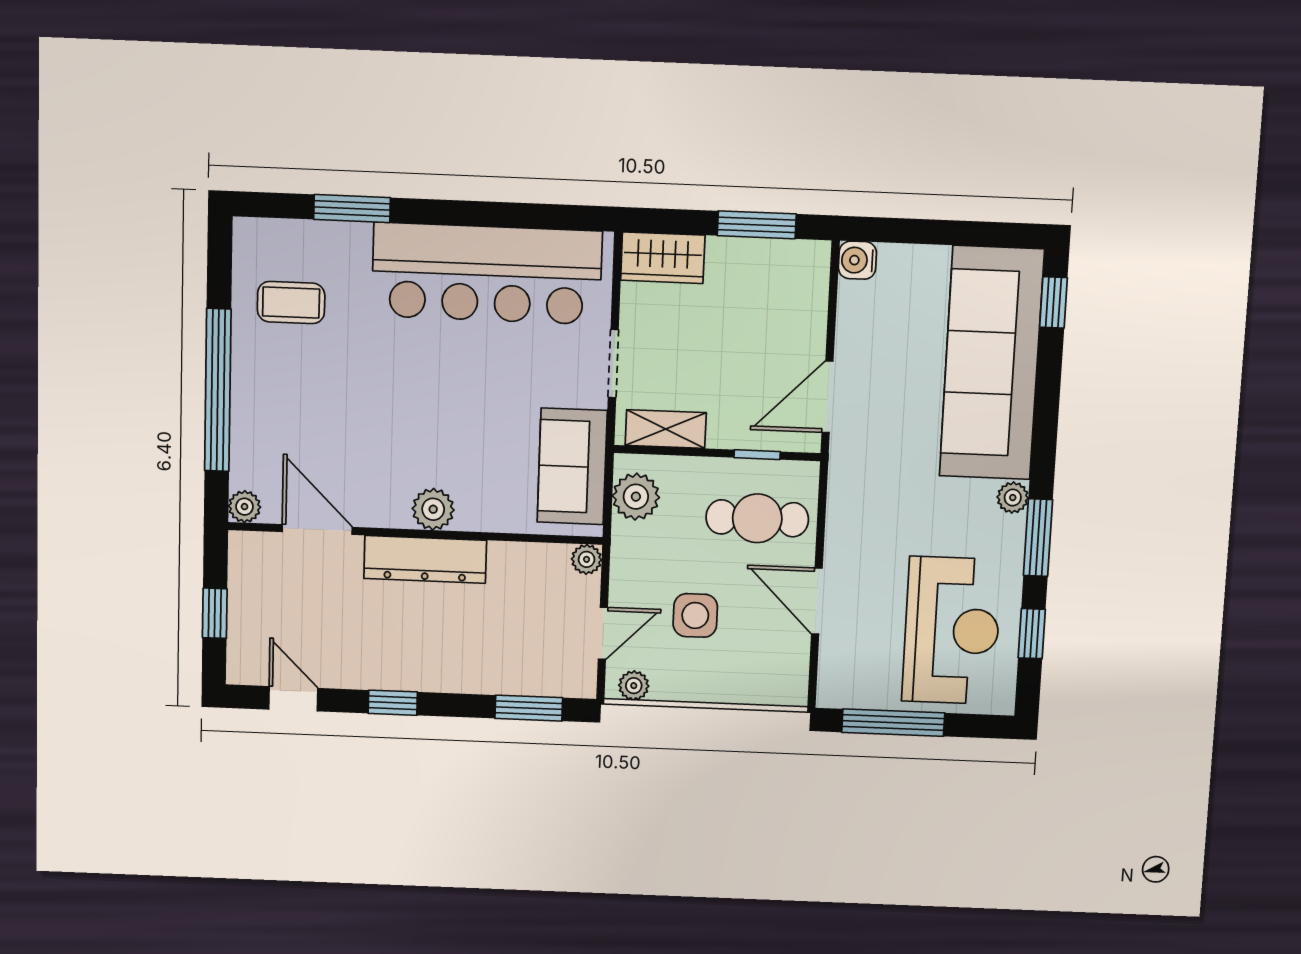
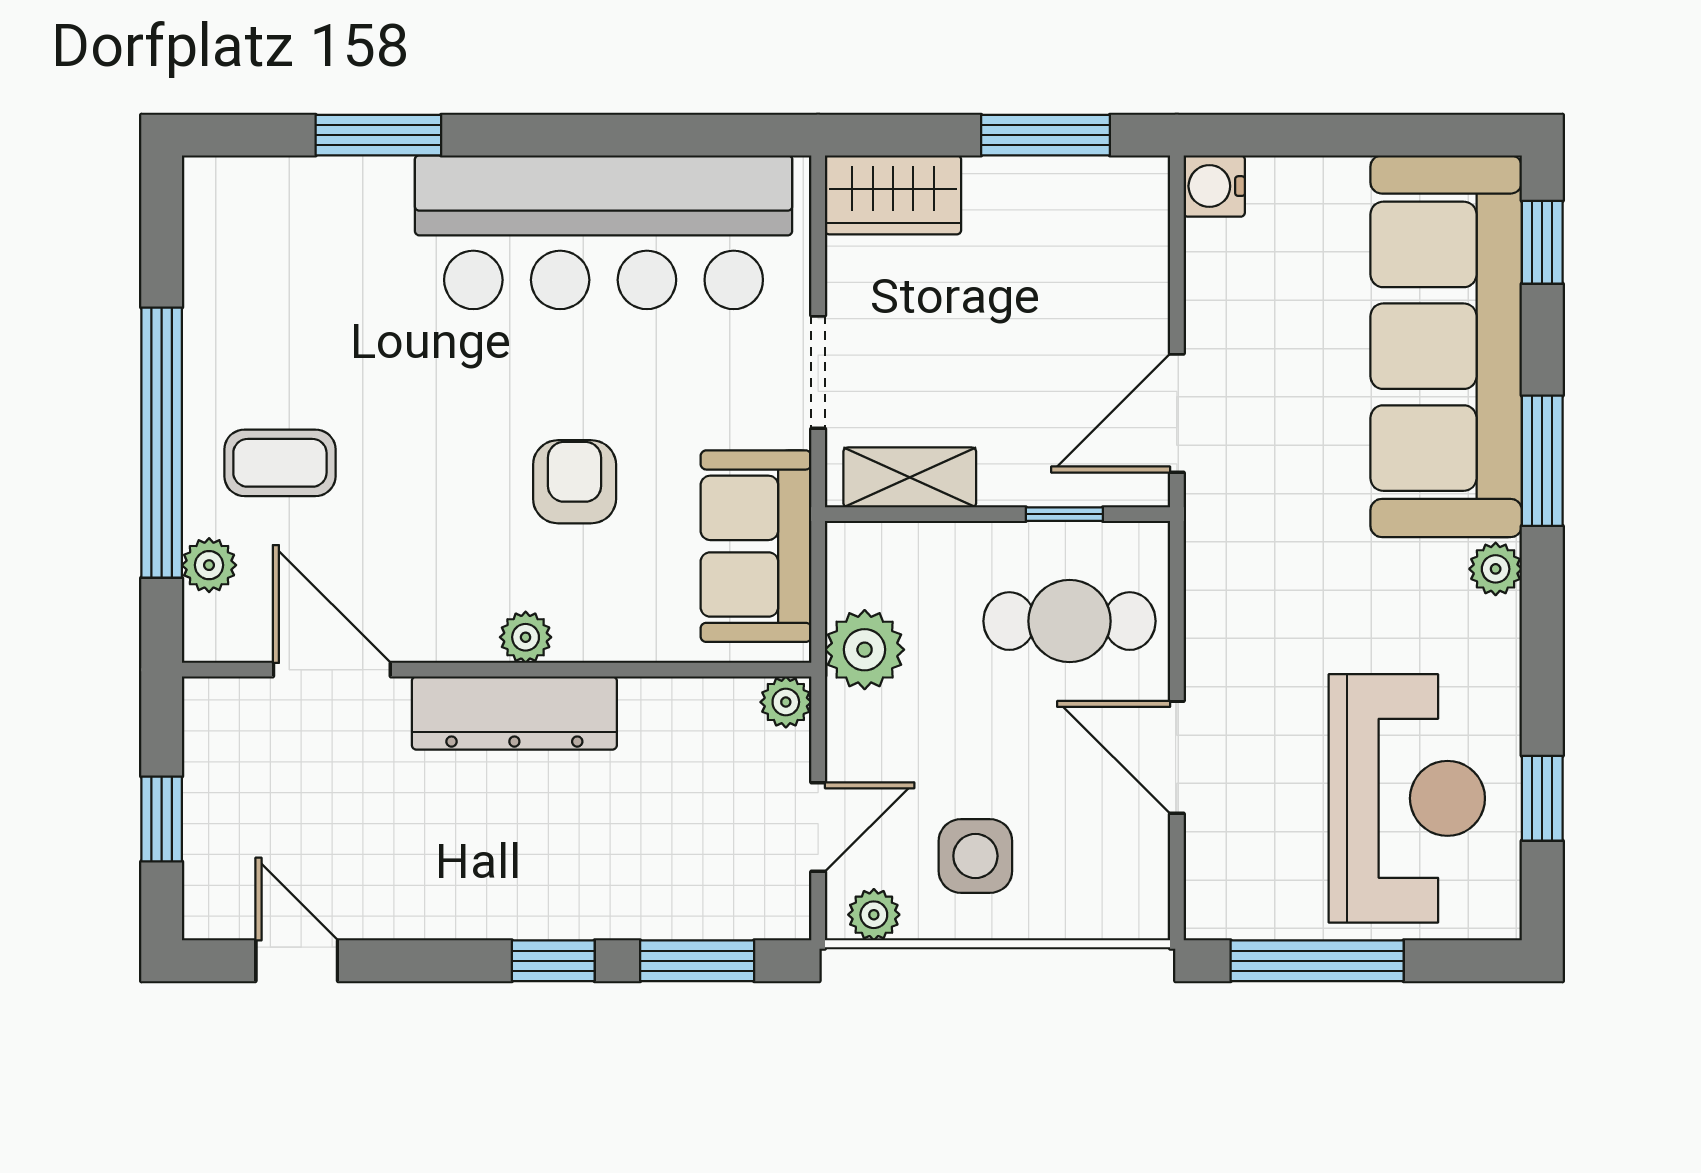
coffee table: (291, 303) -> (280, 463), moved
armchair: (465, 424) -> (575, 482), added
plant: (636, 497) -> (865, 650), moved
plant: (245, 507) -> (209, 565), moved
plant: (433, 509) -> (526, 637), width x0.73, depth x0.73
window: (1038, 538) -> (1542, 461), moved
side table: (695, 615) -> (975, 856), moved
window: (393, 703) -> (553, 961), moved

